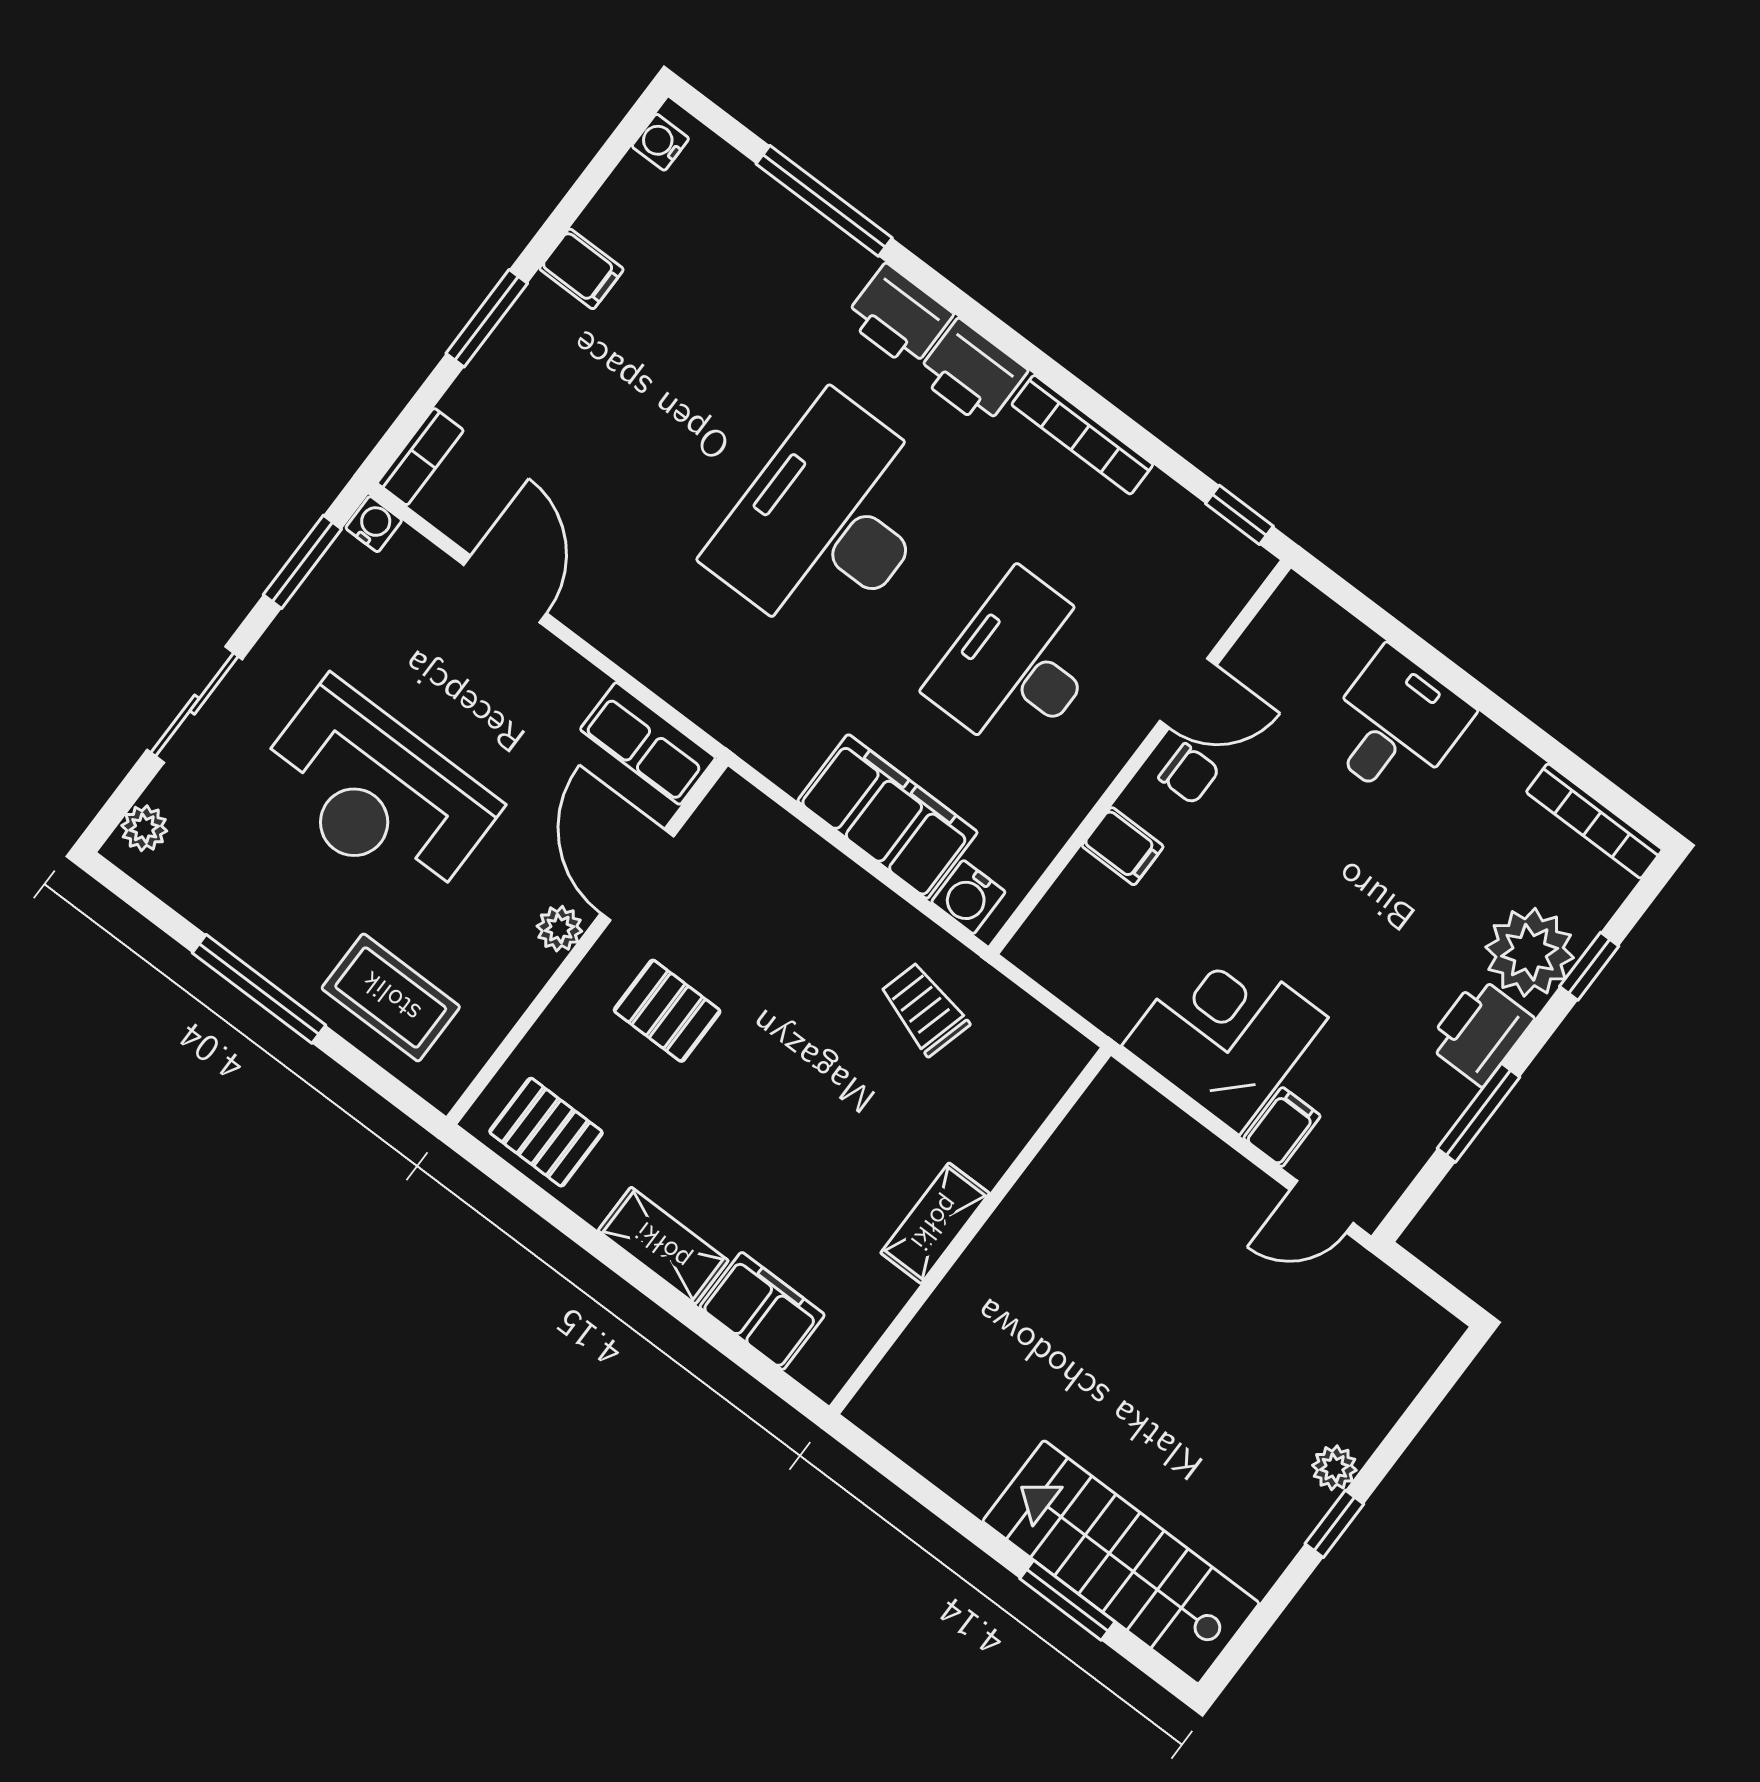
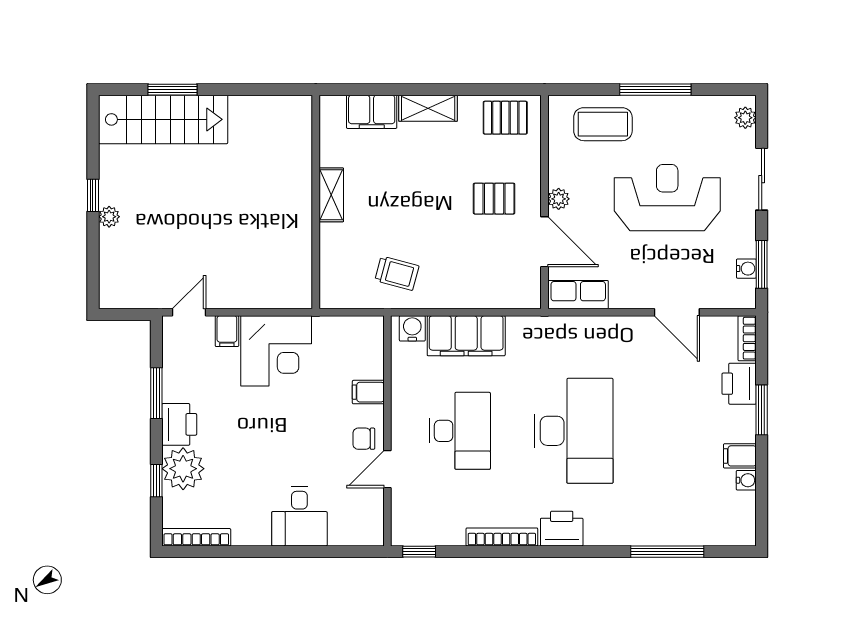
water cooler: (660, 142) -> (746, 480), moved
printer: (899, 316) -> (739, 384), moved, turned -90
water cooler: (374, 524) -> (746, 269), moved, turned -90

